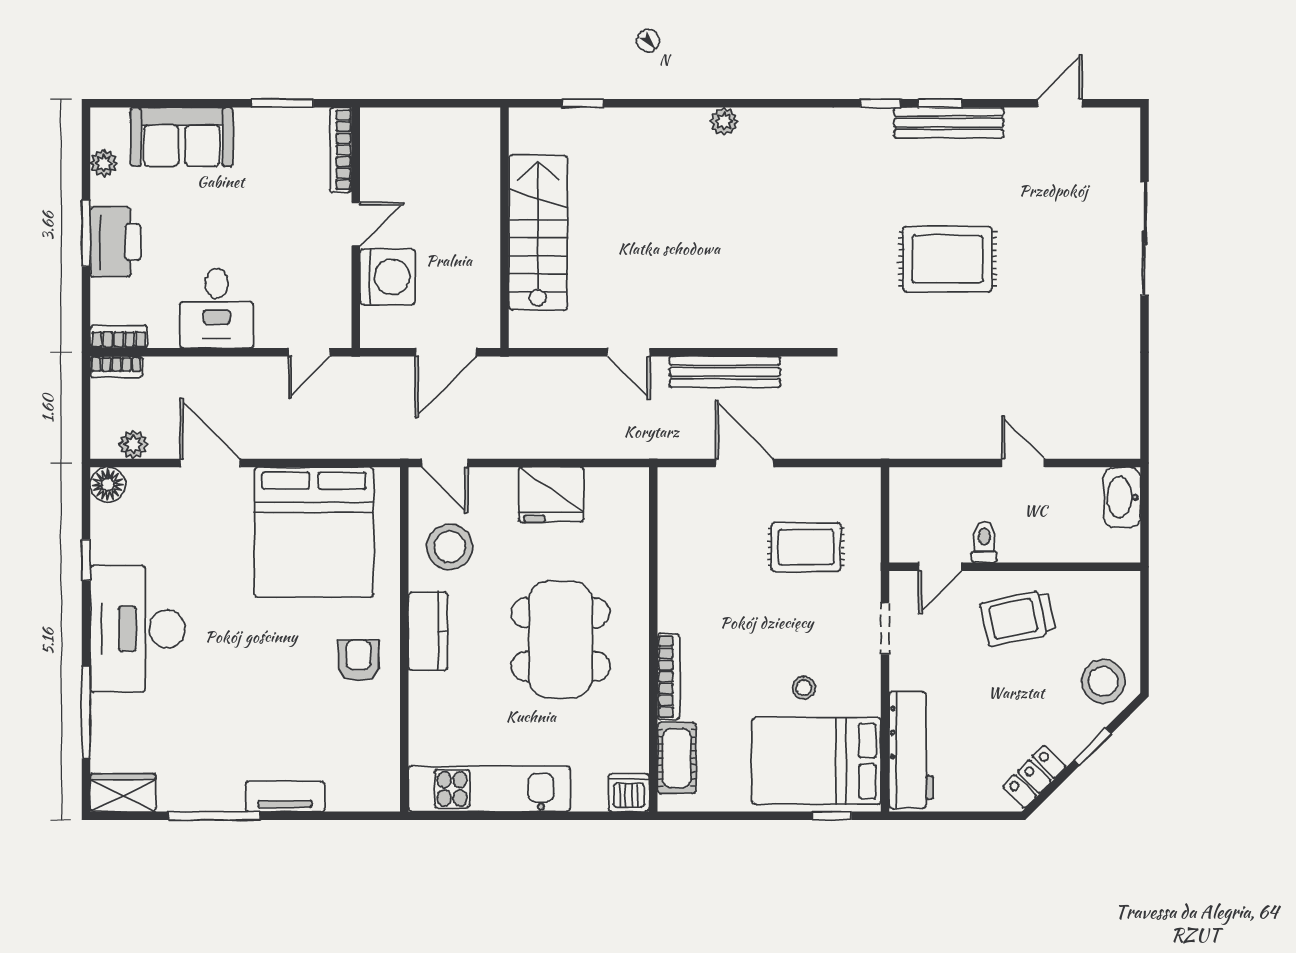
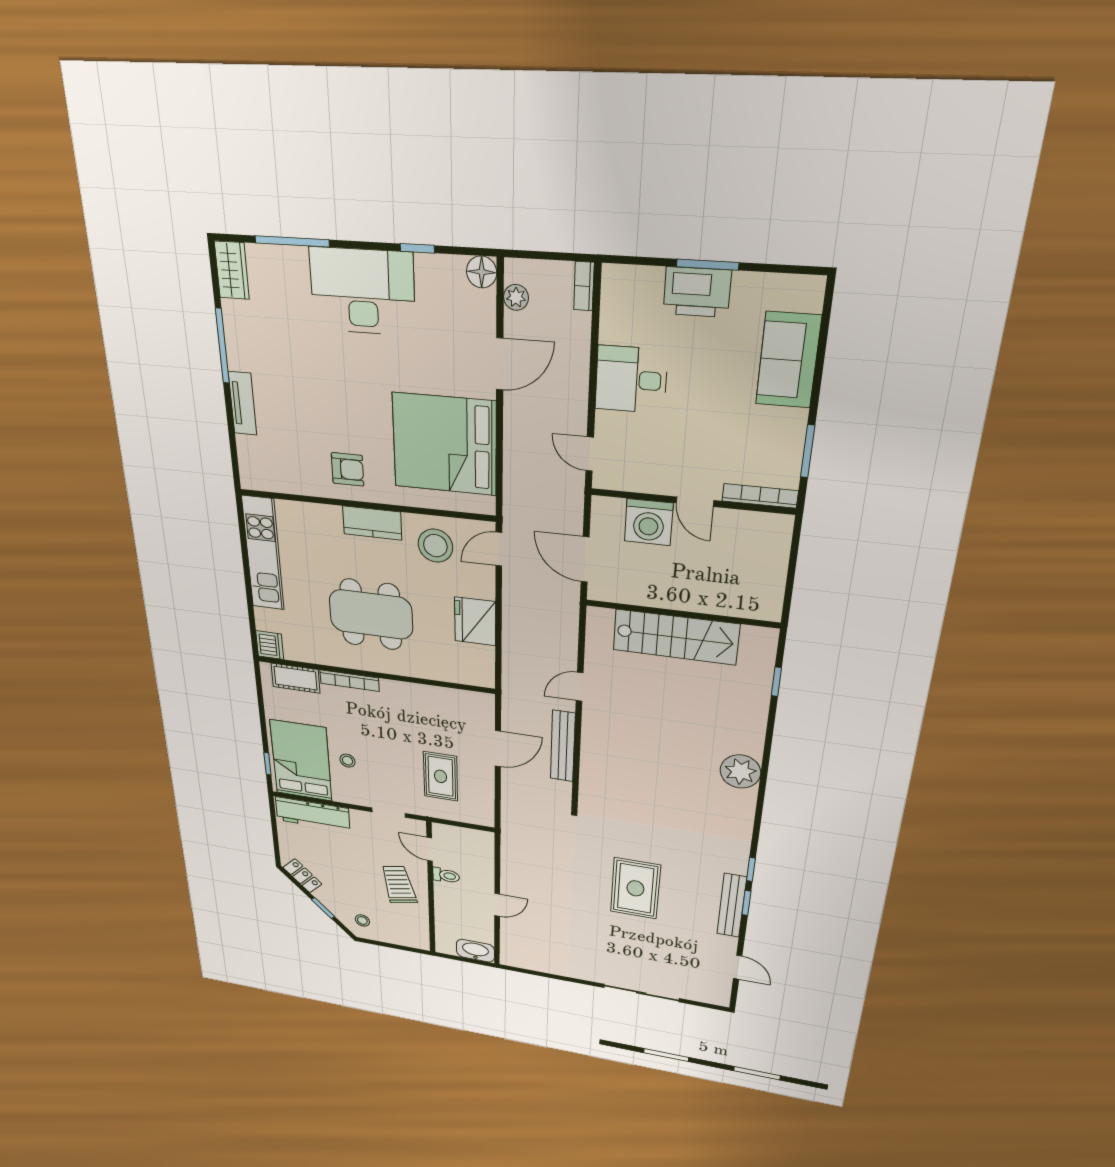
plant: (724, 121) -> (740, 772), width x1.87, depth x1.87
plant: (104, 163) -> (772, 285), removed
bookcase: (119, 337) -> (611, 290), removed
stool: (1103, 681) -> (362, 920), width x0.53, depth x0.53

